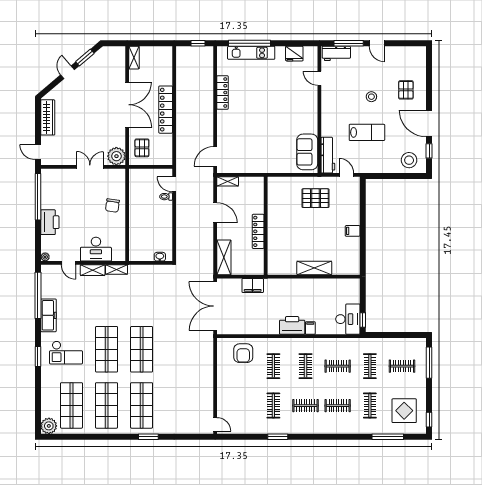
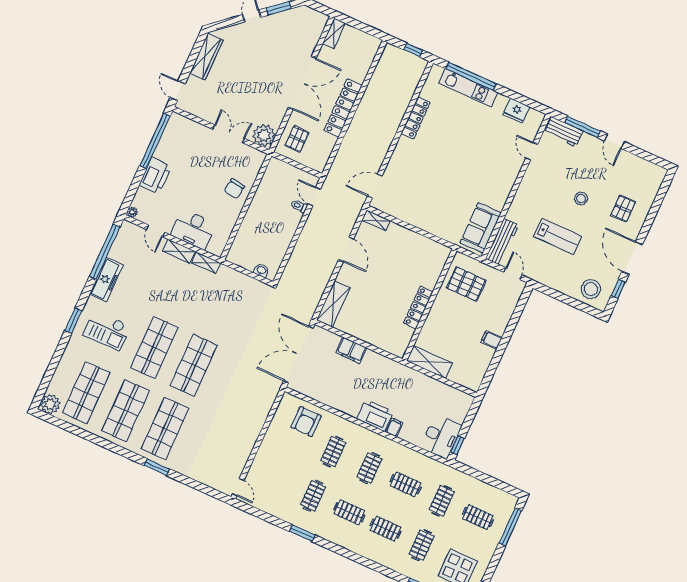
wall: (266, 226) -> (430, 305), moved
locker: (258, 231) -> (418, 307), moved

